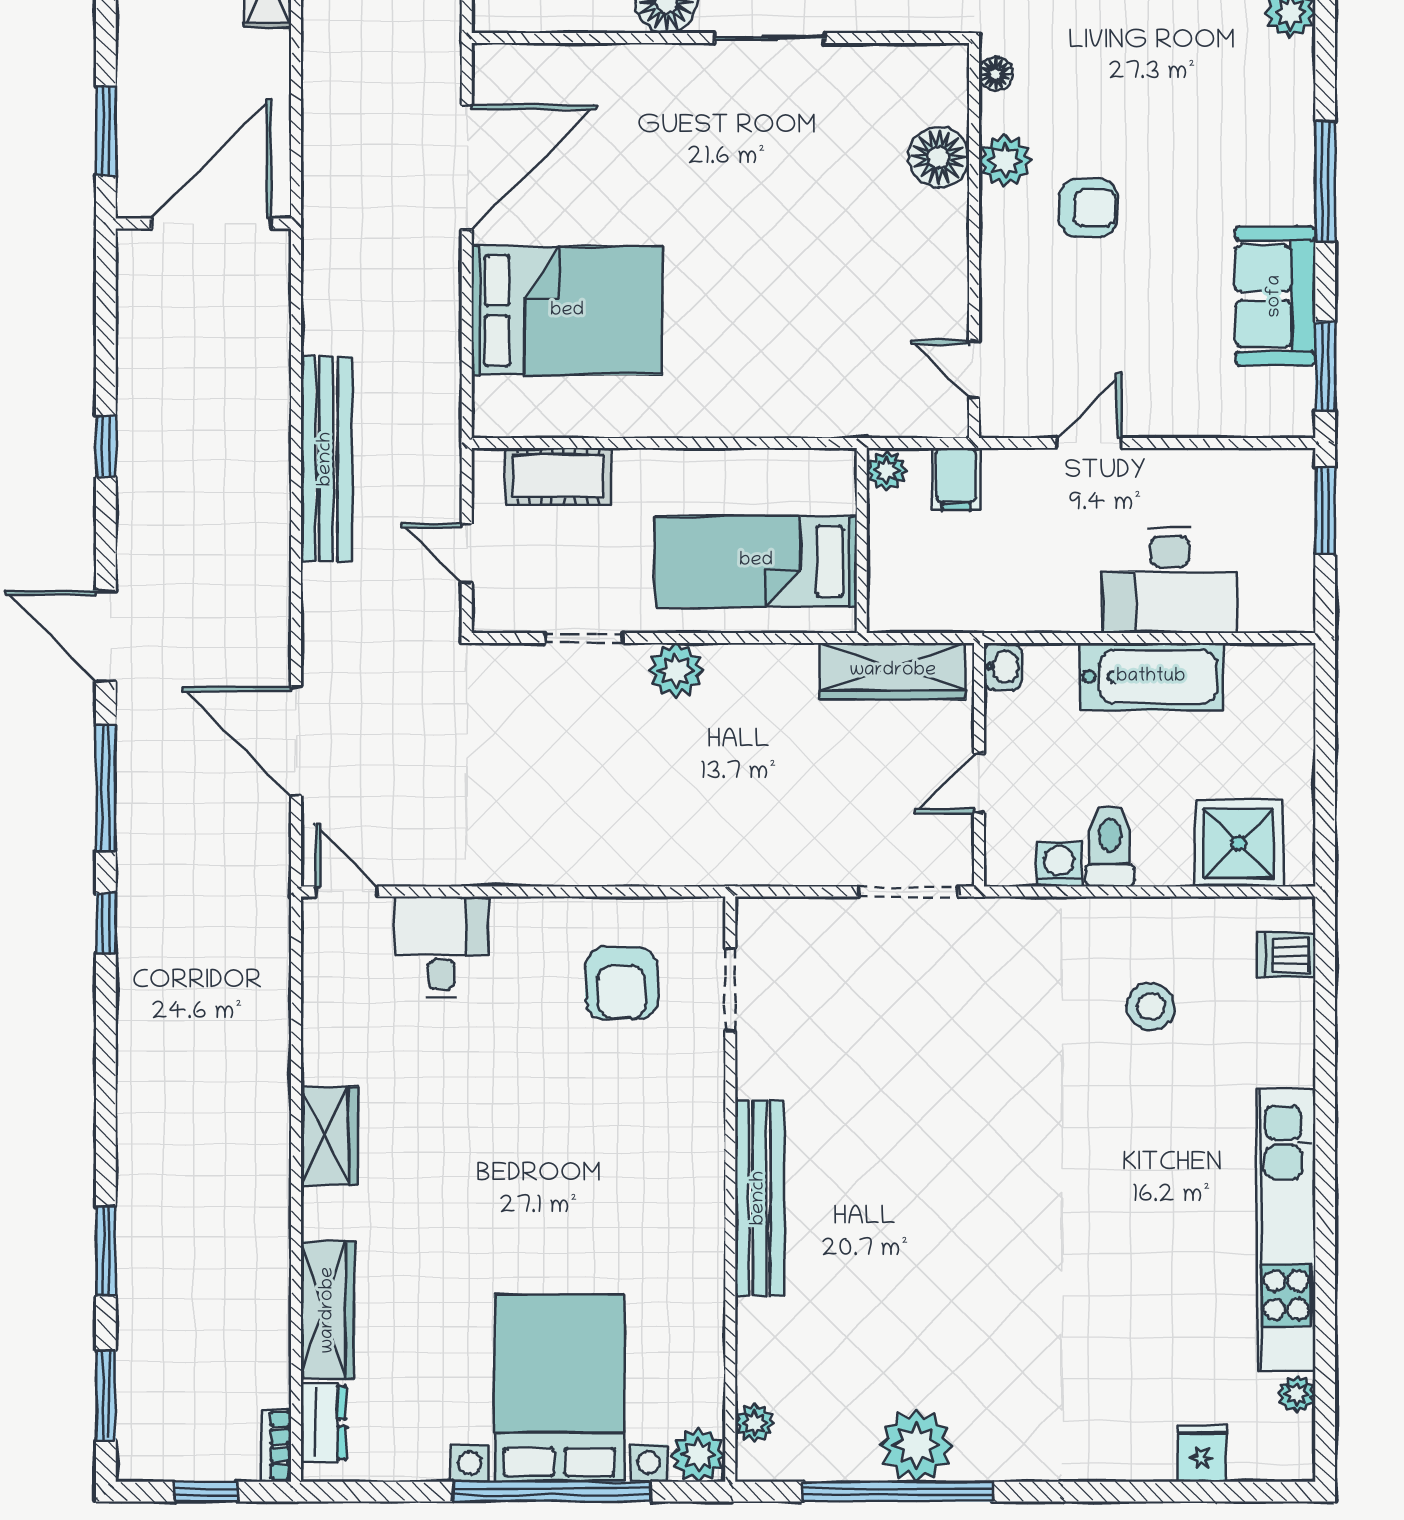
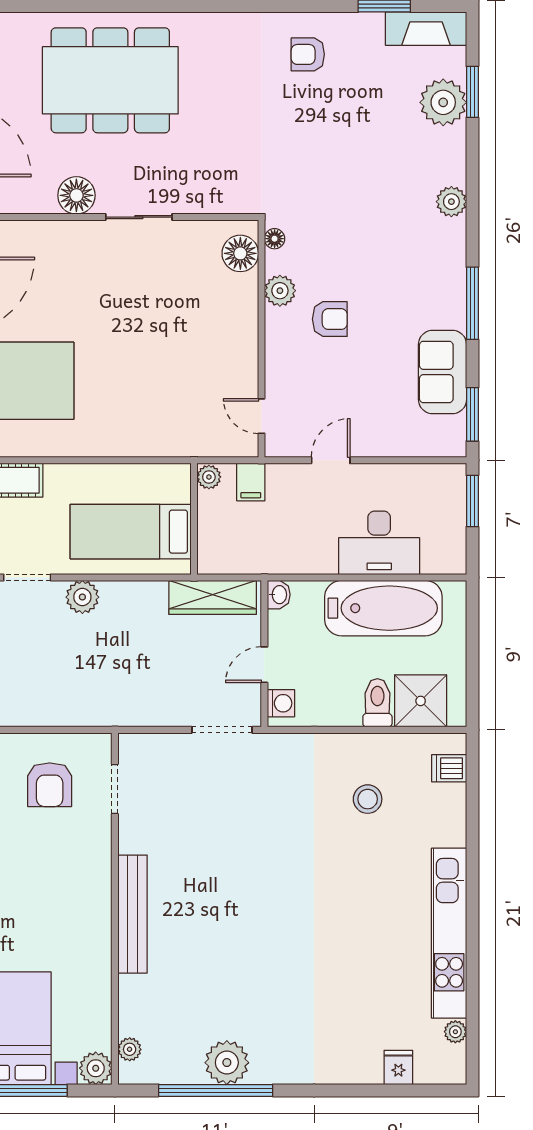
floor lamp: (939, 157) -> (240, 253), moved
bathtub: (1151, 677) -> (383, 608), width x1.36, depth x1.36
toilet: (1110, 846) -> (377, 703), moved
washing machine: (1059, 864) -> (281, 703), moved, turned 90

